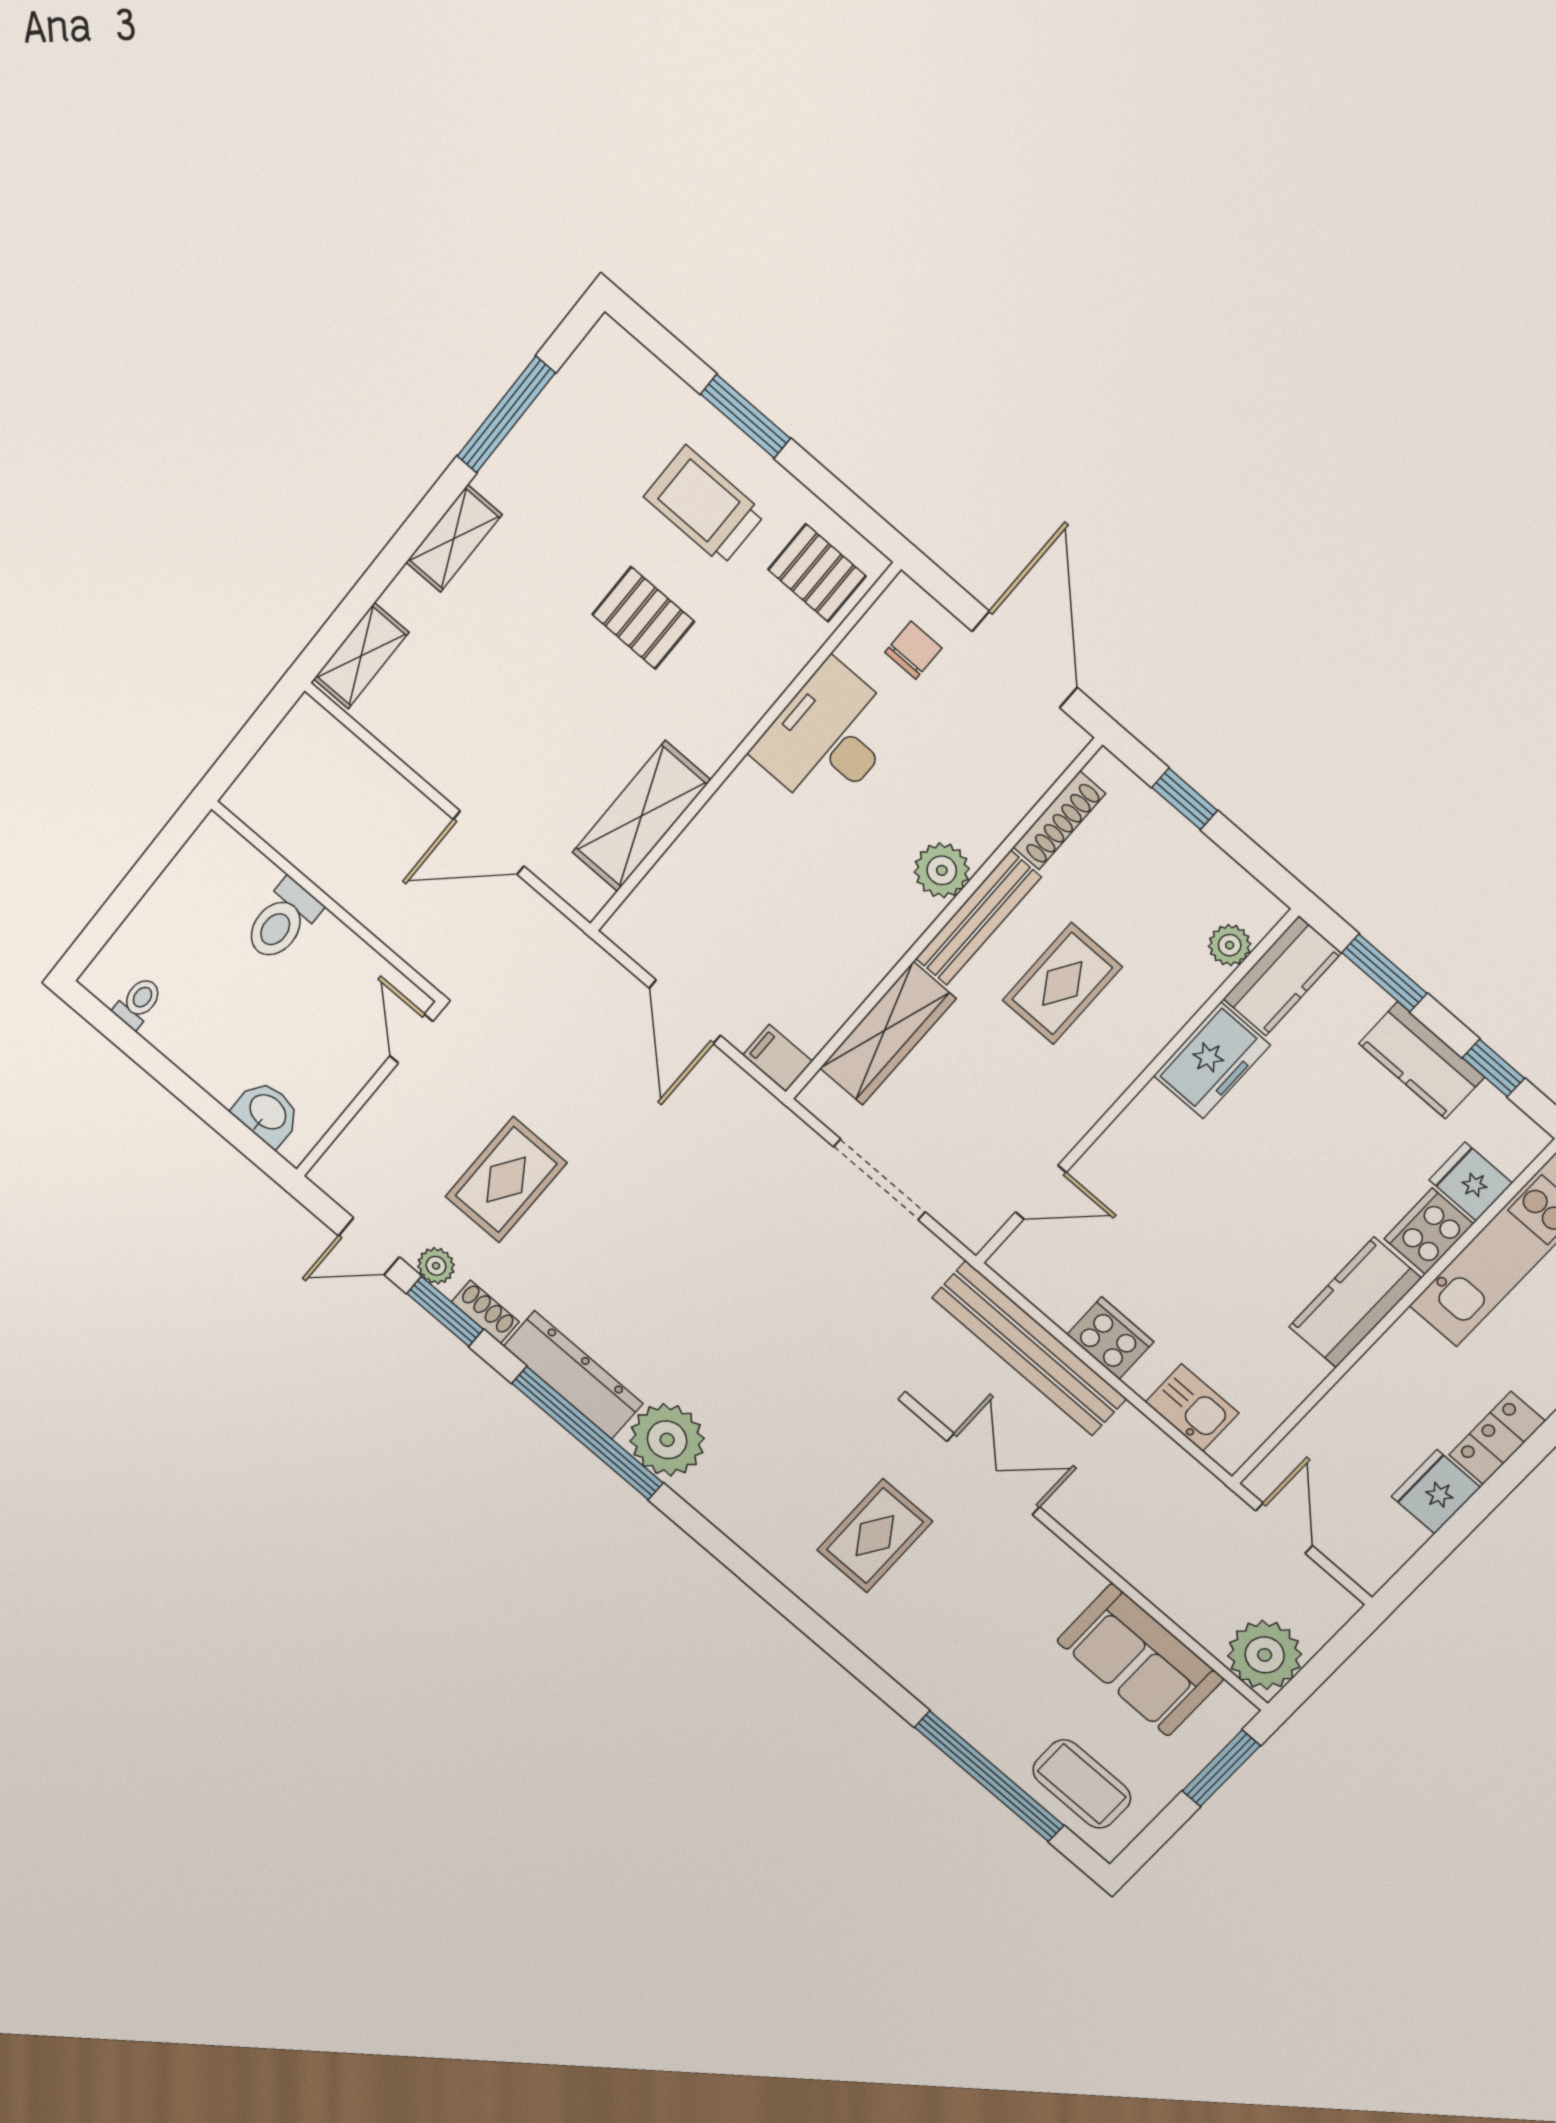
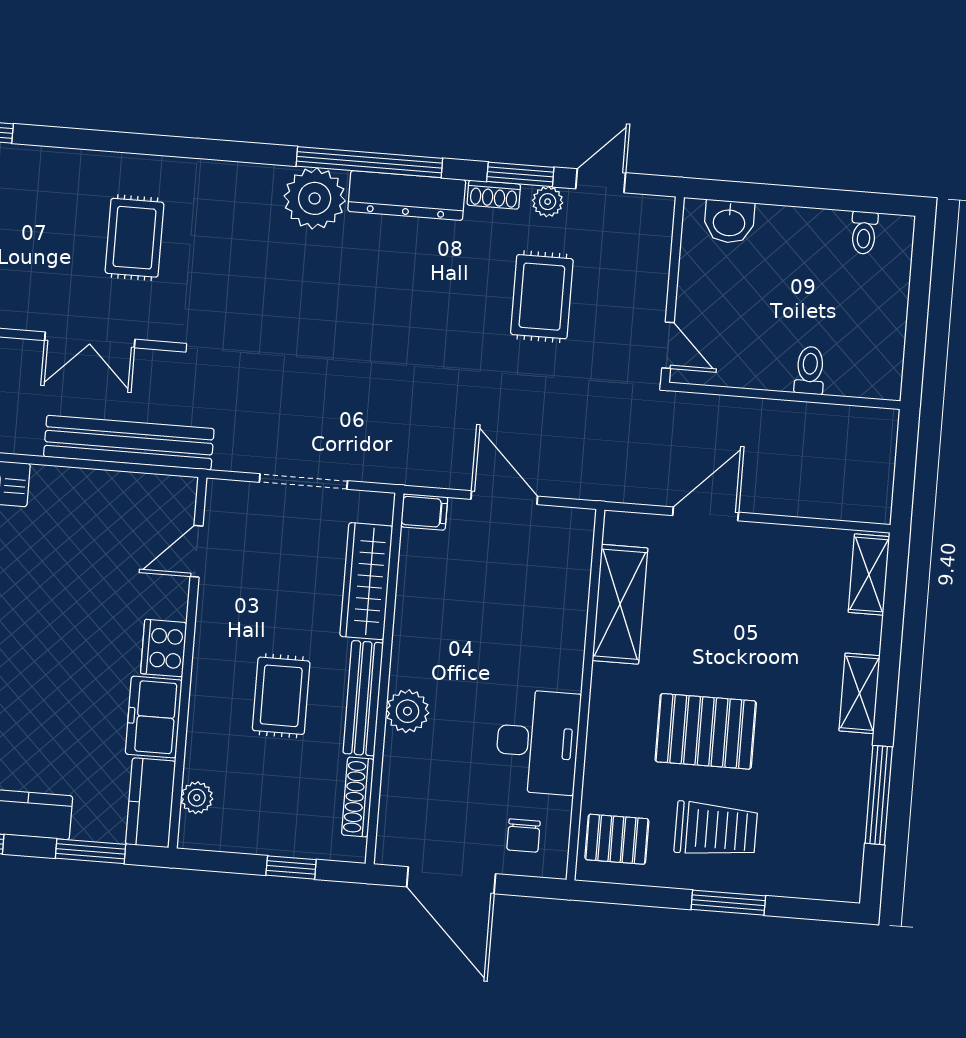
pallet: (643, 618) -> (706, 731), width x1.50, depth x1.42
toilet: (282, 921) -> (810, 370), width x0.73, depth x0.72
cooker: (1110, 1338) -> (164, 648), moved, turned 90

